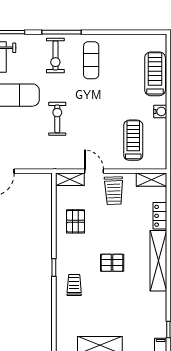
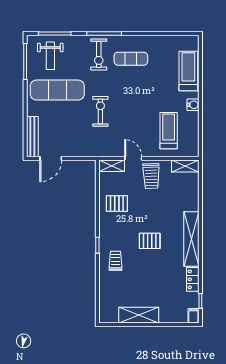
exercise mat: (91, 60) -> (131, 59), turned 90
locker: (160, 216) -> (193, 279), moved
pallet: (76, 221) -> (117, 204), turned 90

